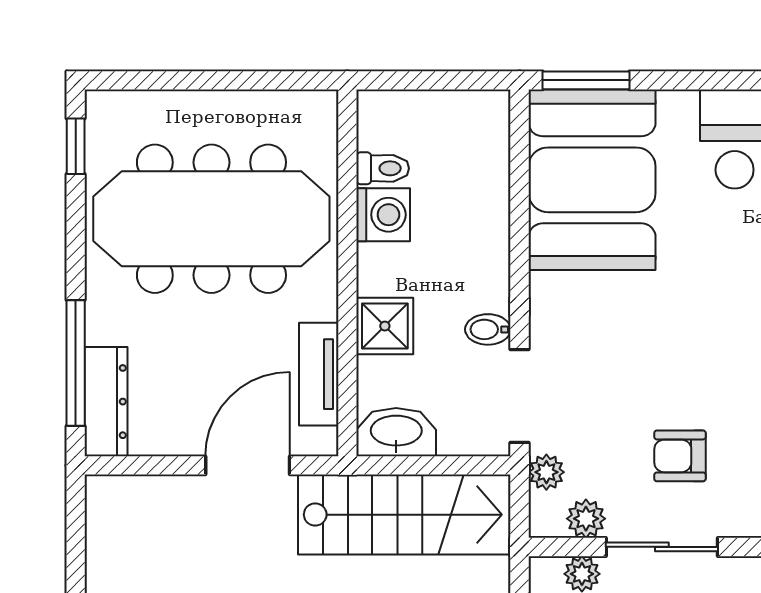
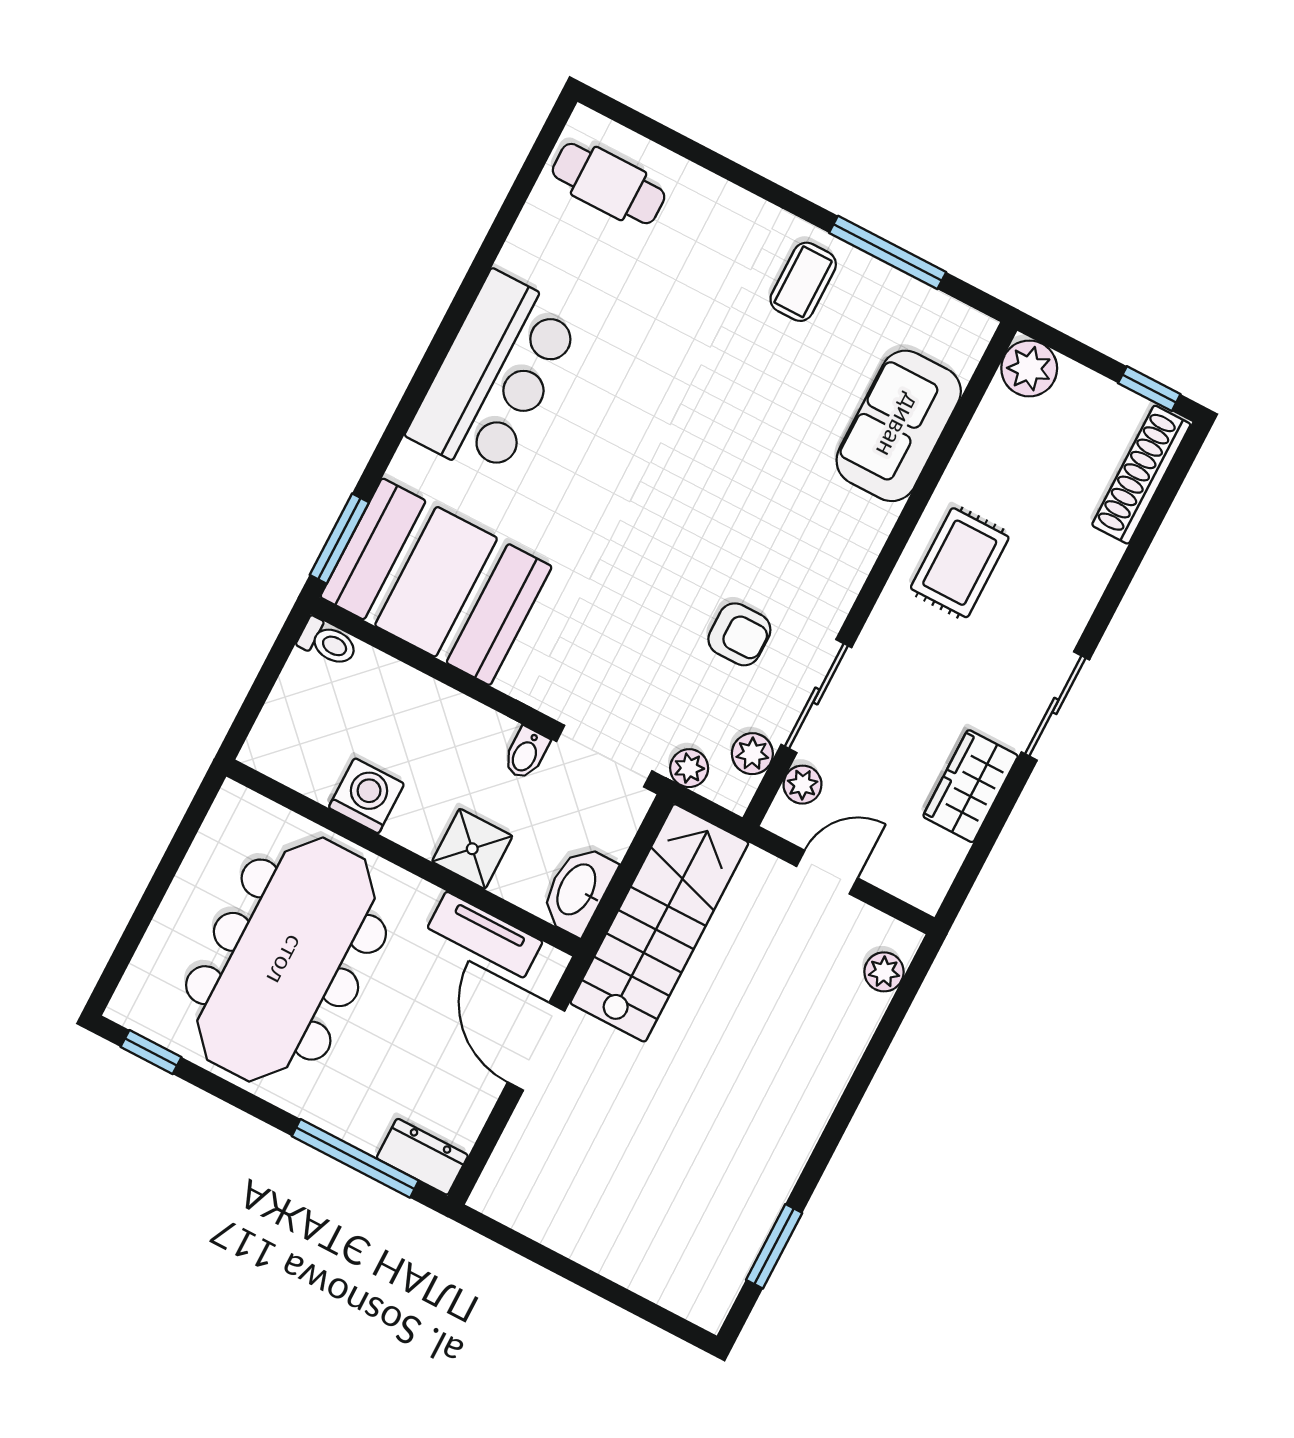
toilet: (383, 168) -> (328, 642), moved, turned 90
dresser: (106, 402) -> (422, 1157), width x0.70
armchair: (680, 456) -> (739, 634), turned -90

